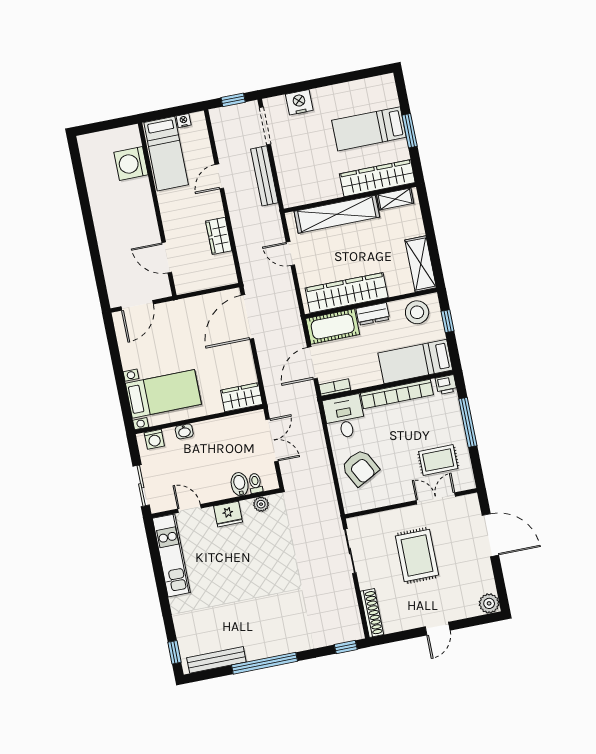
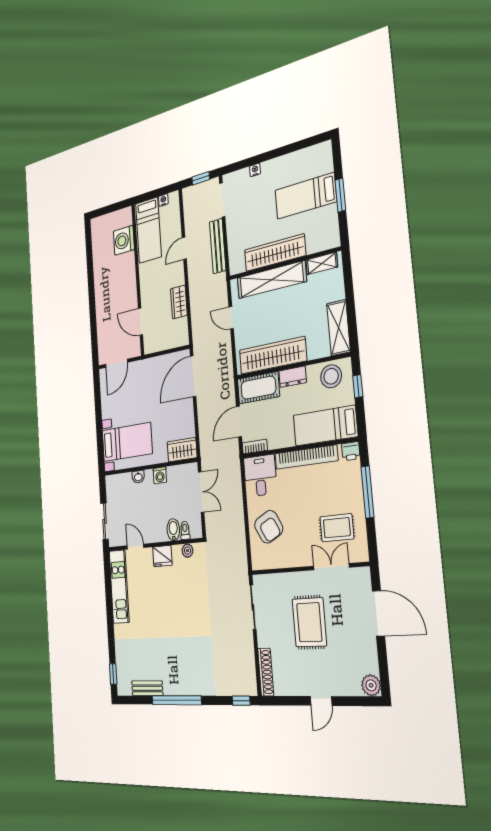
nightstand: (299, 102) -> (255, 170), width x0.53, depth x0.56
wardrobe: (377, 178) -> (275, 253), moved
washing machine: (154, 439) -> (160, 475), moved
bench: (216, 660) -> (147, 688), width x0.73

